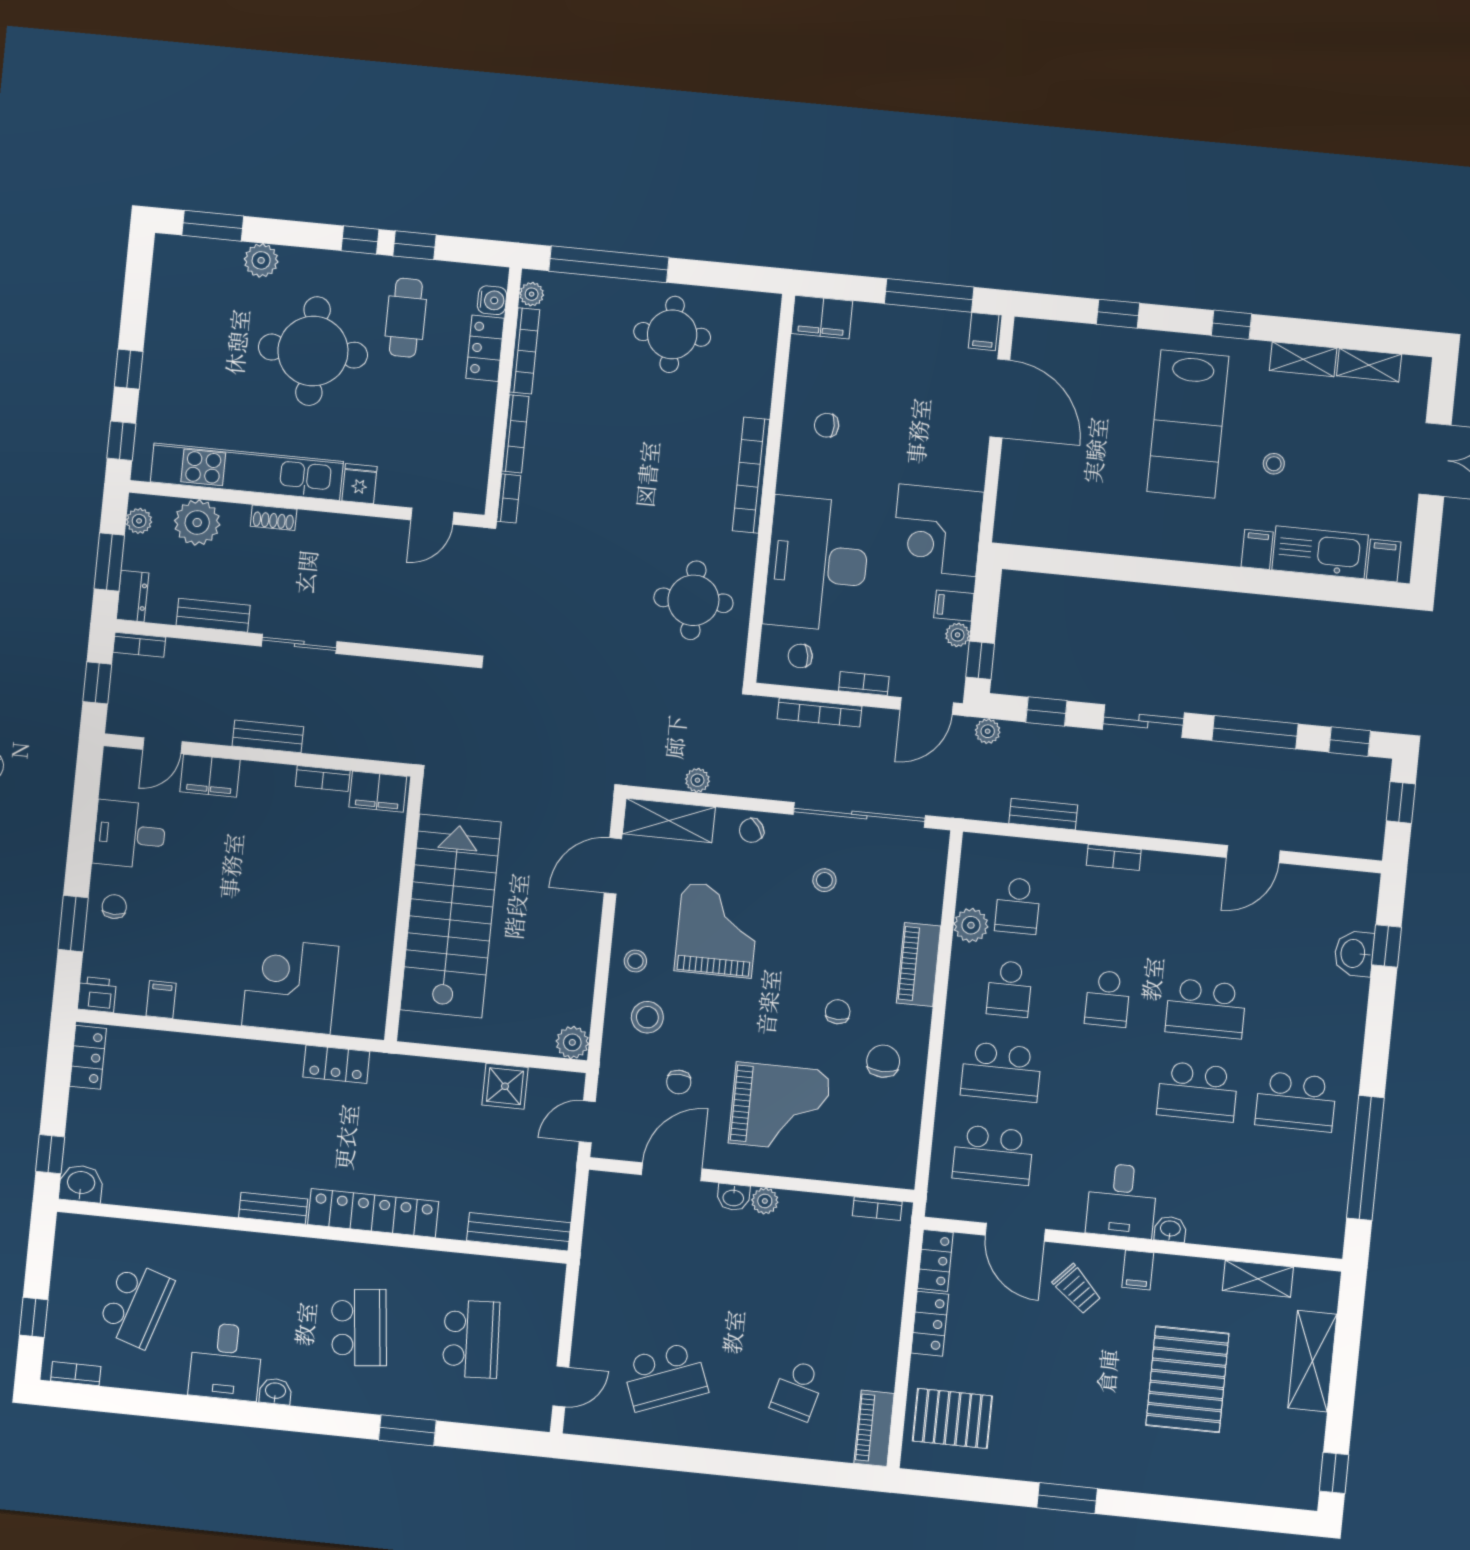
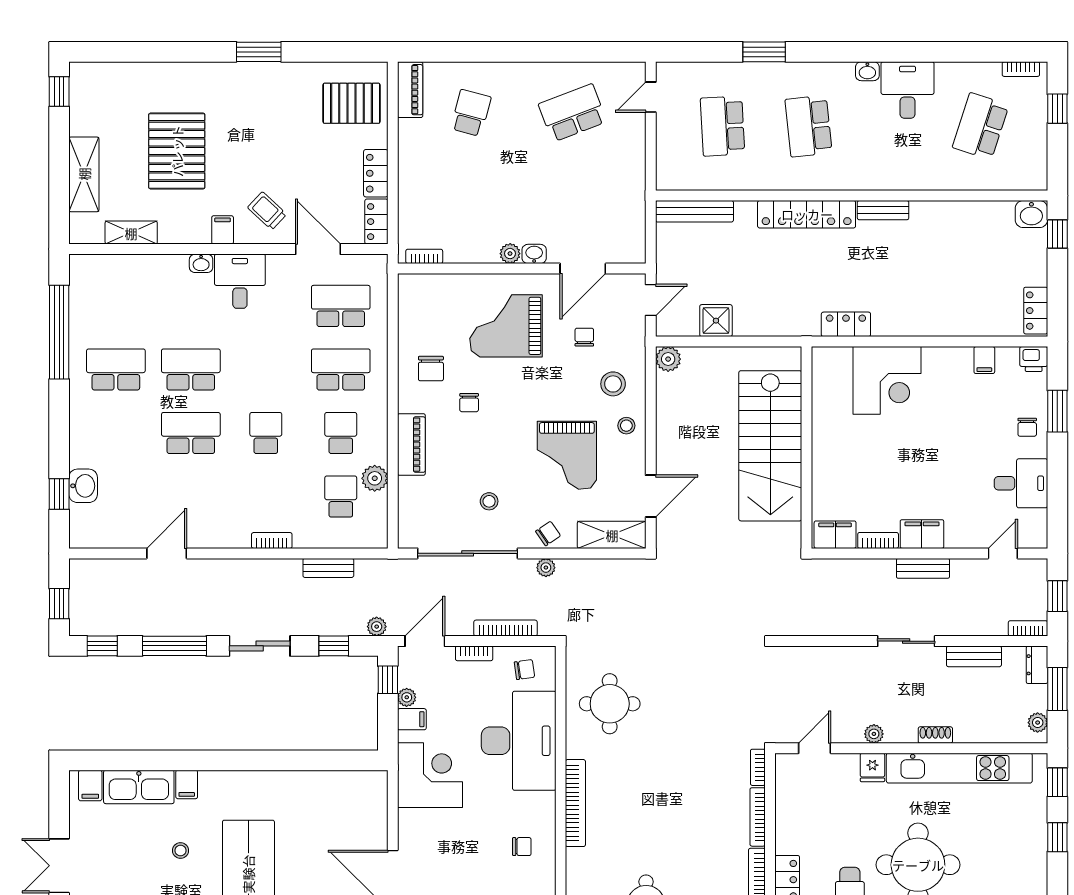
plant: (197, 523) -> (874, 734), moved, width x0.53, depth x0.53
filing cabinet: (210, 776) -> (922, 534), moved
plant: (697, 780) -> (546, 568), moved

